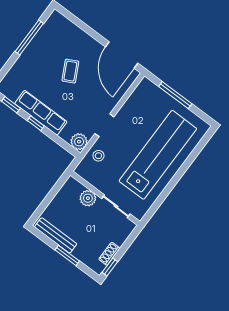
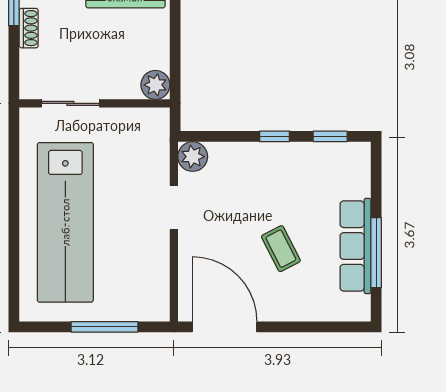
row of seats: (41, 113) -> (355, 246), moved, turned 90
stool: (98, 156) -> (150, 157), removed
plant: (88, 198) -> (155, 85), moved

